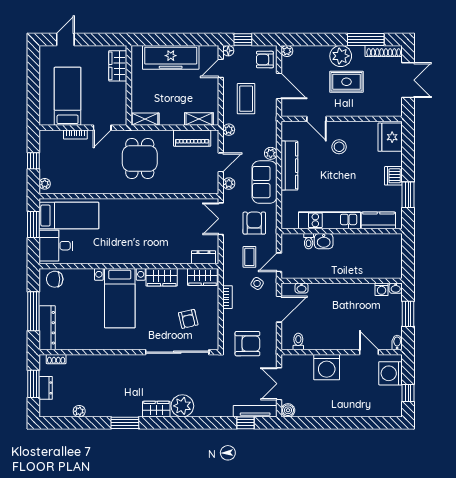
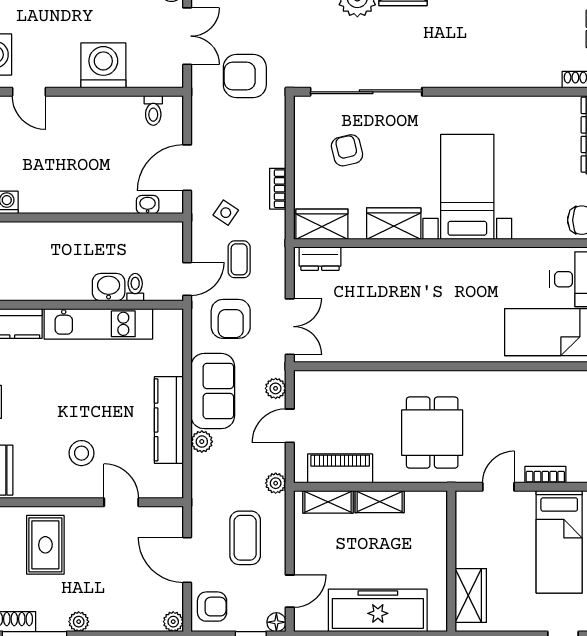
plant: (341, 56) -> (79, 622), width x0.53, depth x0.53
rug: (346, 82) -> (45, 545), moved, turned 90
shelving: (145, 119) -> (380, 502), moved
door: (279, 262) -> (187, 279), moved
armchair: (247, 344) -> (245, 76), moved

